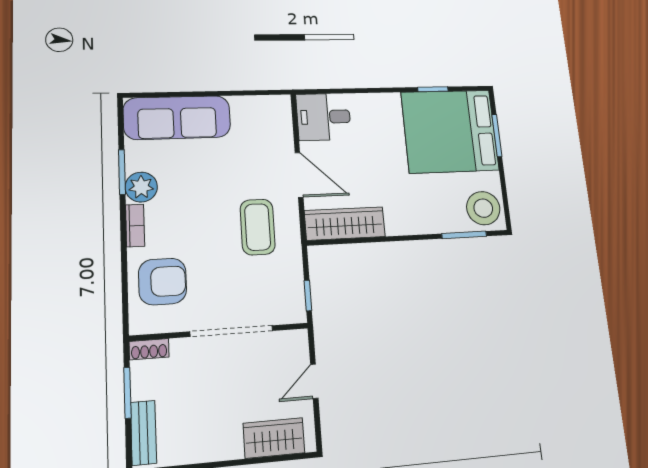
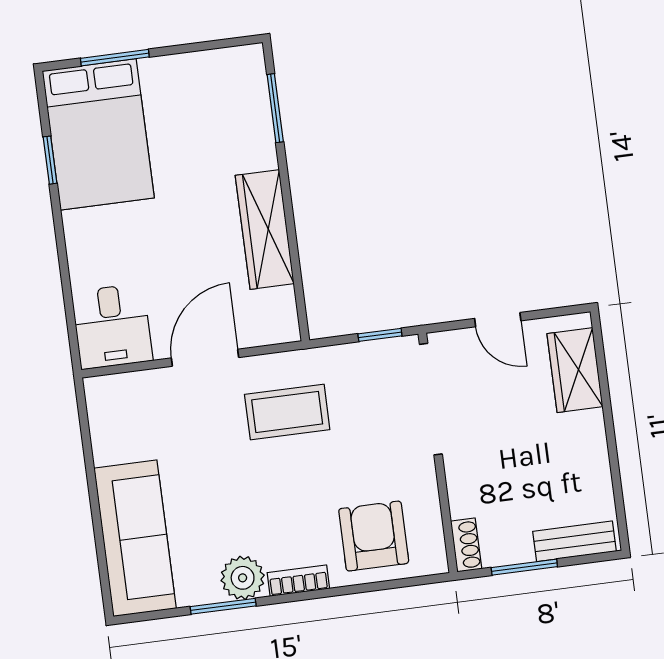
bed: (450, 131) -> (98, 134), width x0.73
stool: (483, 208) -> (232, 79), removed
wardrobe: (345, 224) -> (265, 230), moved
doorway: (232, 331) -> (431, 399), moved

